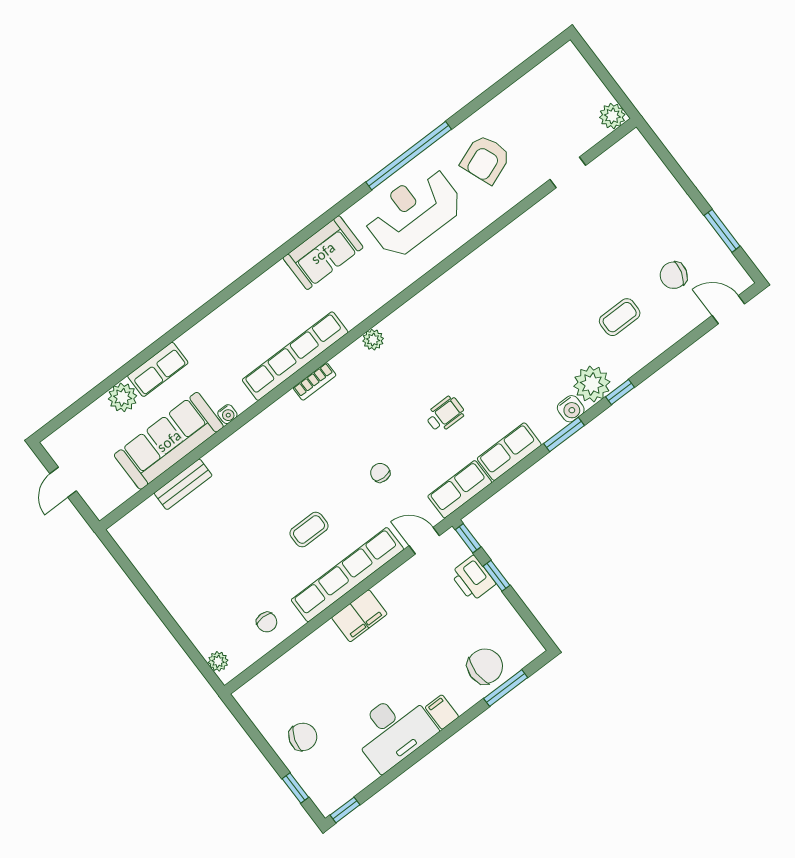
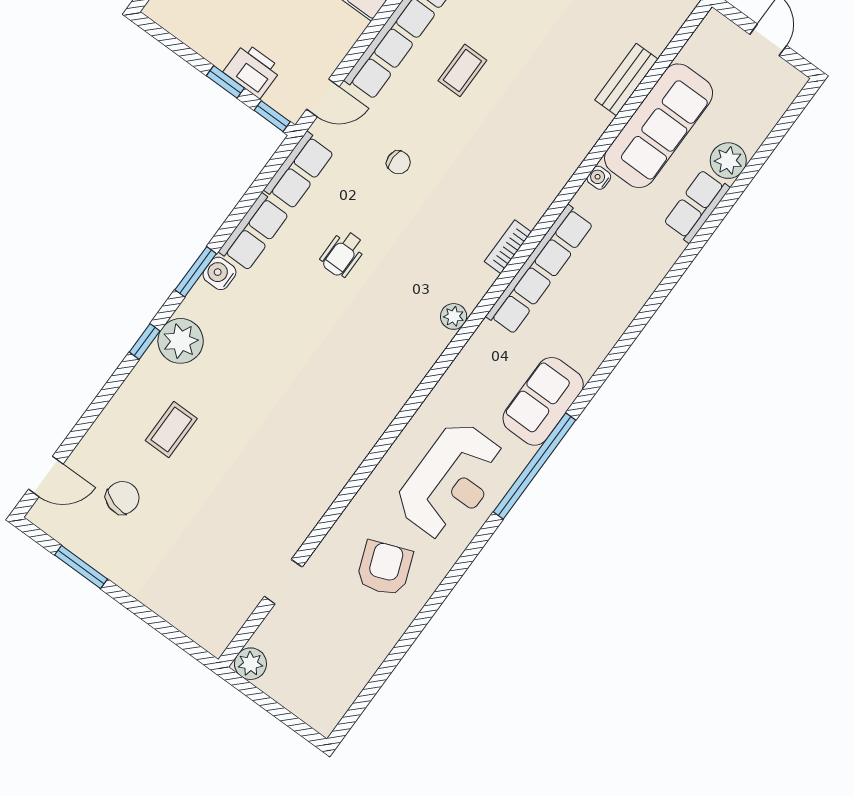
window: (409, 156) -> (535, 466), moved
water cooler: (571, 409) -> (219, 273), moved

